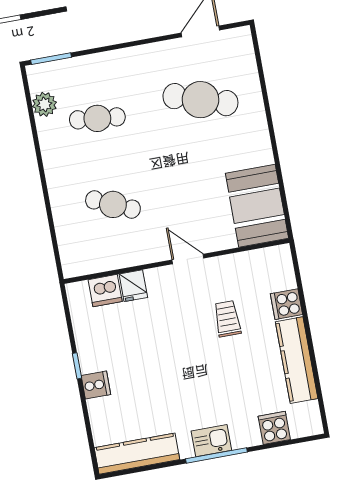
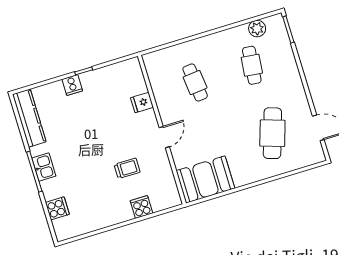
cafe table: (113, 204) -> (195, 82), turned -30
dishwasher: (105, 291) -> (137, 84), removed
kitchen counter: (297, 360) -> (105, 218), removed

